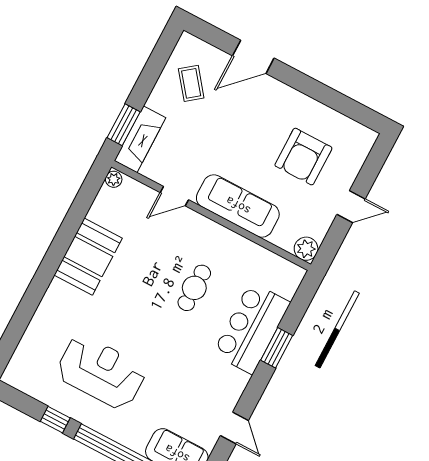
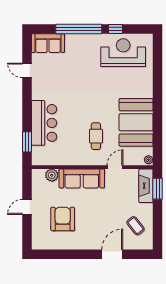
plant: (306, 249) -> (52, 175), moved
booth: (88, 257) -> (136, 122), width x1.36, depth x1.42
cafe table: (194, 288) -> (96, 136), moved
window: (277, 348) -> (27, 142), moved
reception desk: (101, 372) -> (123, 53), moved, turned 180

